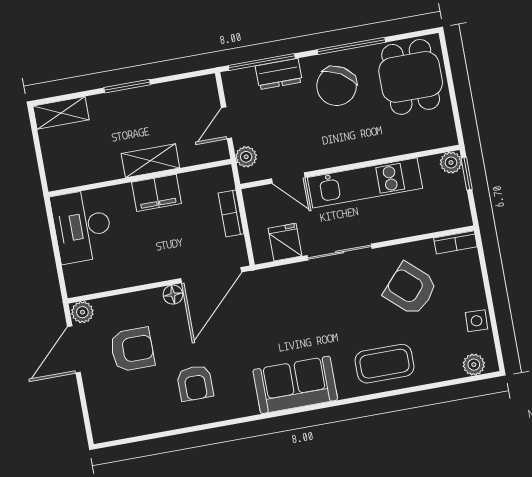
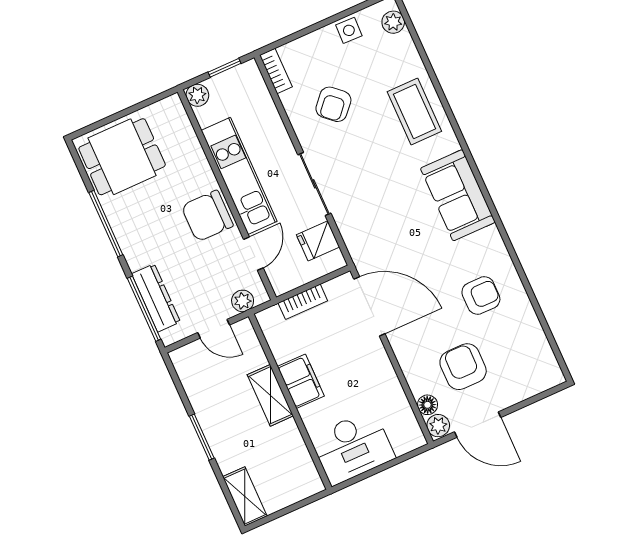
dresser: (279, 74) -> (156, 298), width x1.44
chair: (337, 86) -> (207, 216), moved, turned 149
window: (467, 174) -> (224, 68), moved
armchair: (410, 289) -> (333, 104), width x0.72, depth x0.72
floor lamp: (173, 295) -> (427, 405), moved

